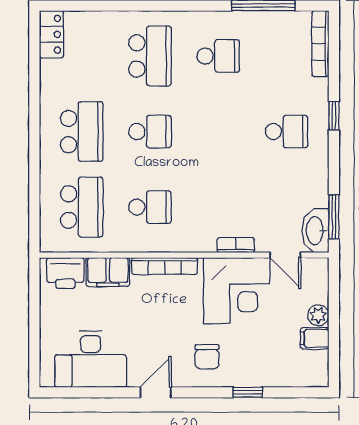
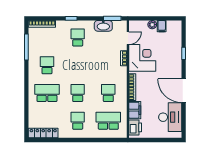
locker: (51, 34) -> (43, 133), width x1.53
school desk: (82, 132) -> (78, 121), width x0.54
washbasin: (315, 231) -> (103, 26), moved
chair: (207, 357) -> (169, 70), removed
door: (156, 392) -> (184, 91), width x1.88

